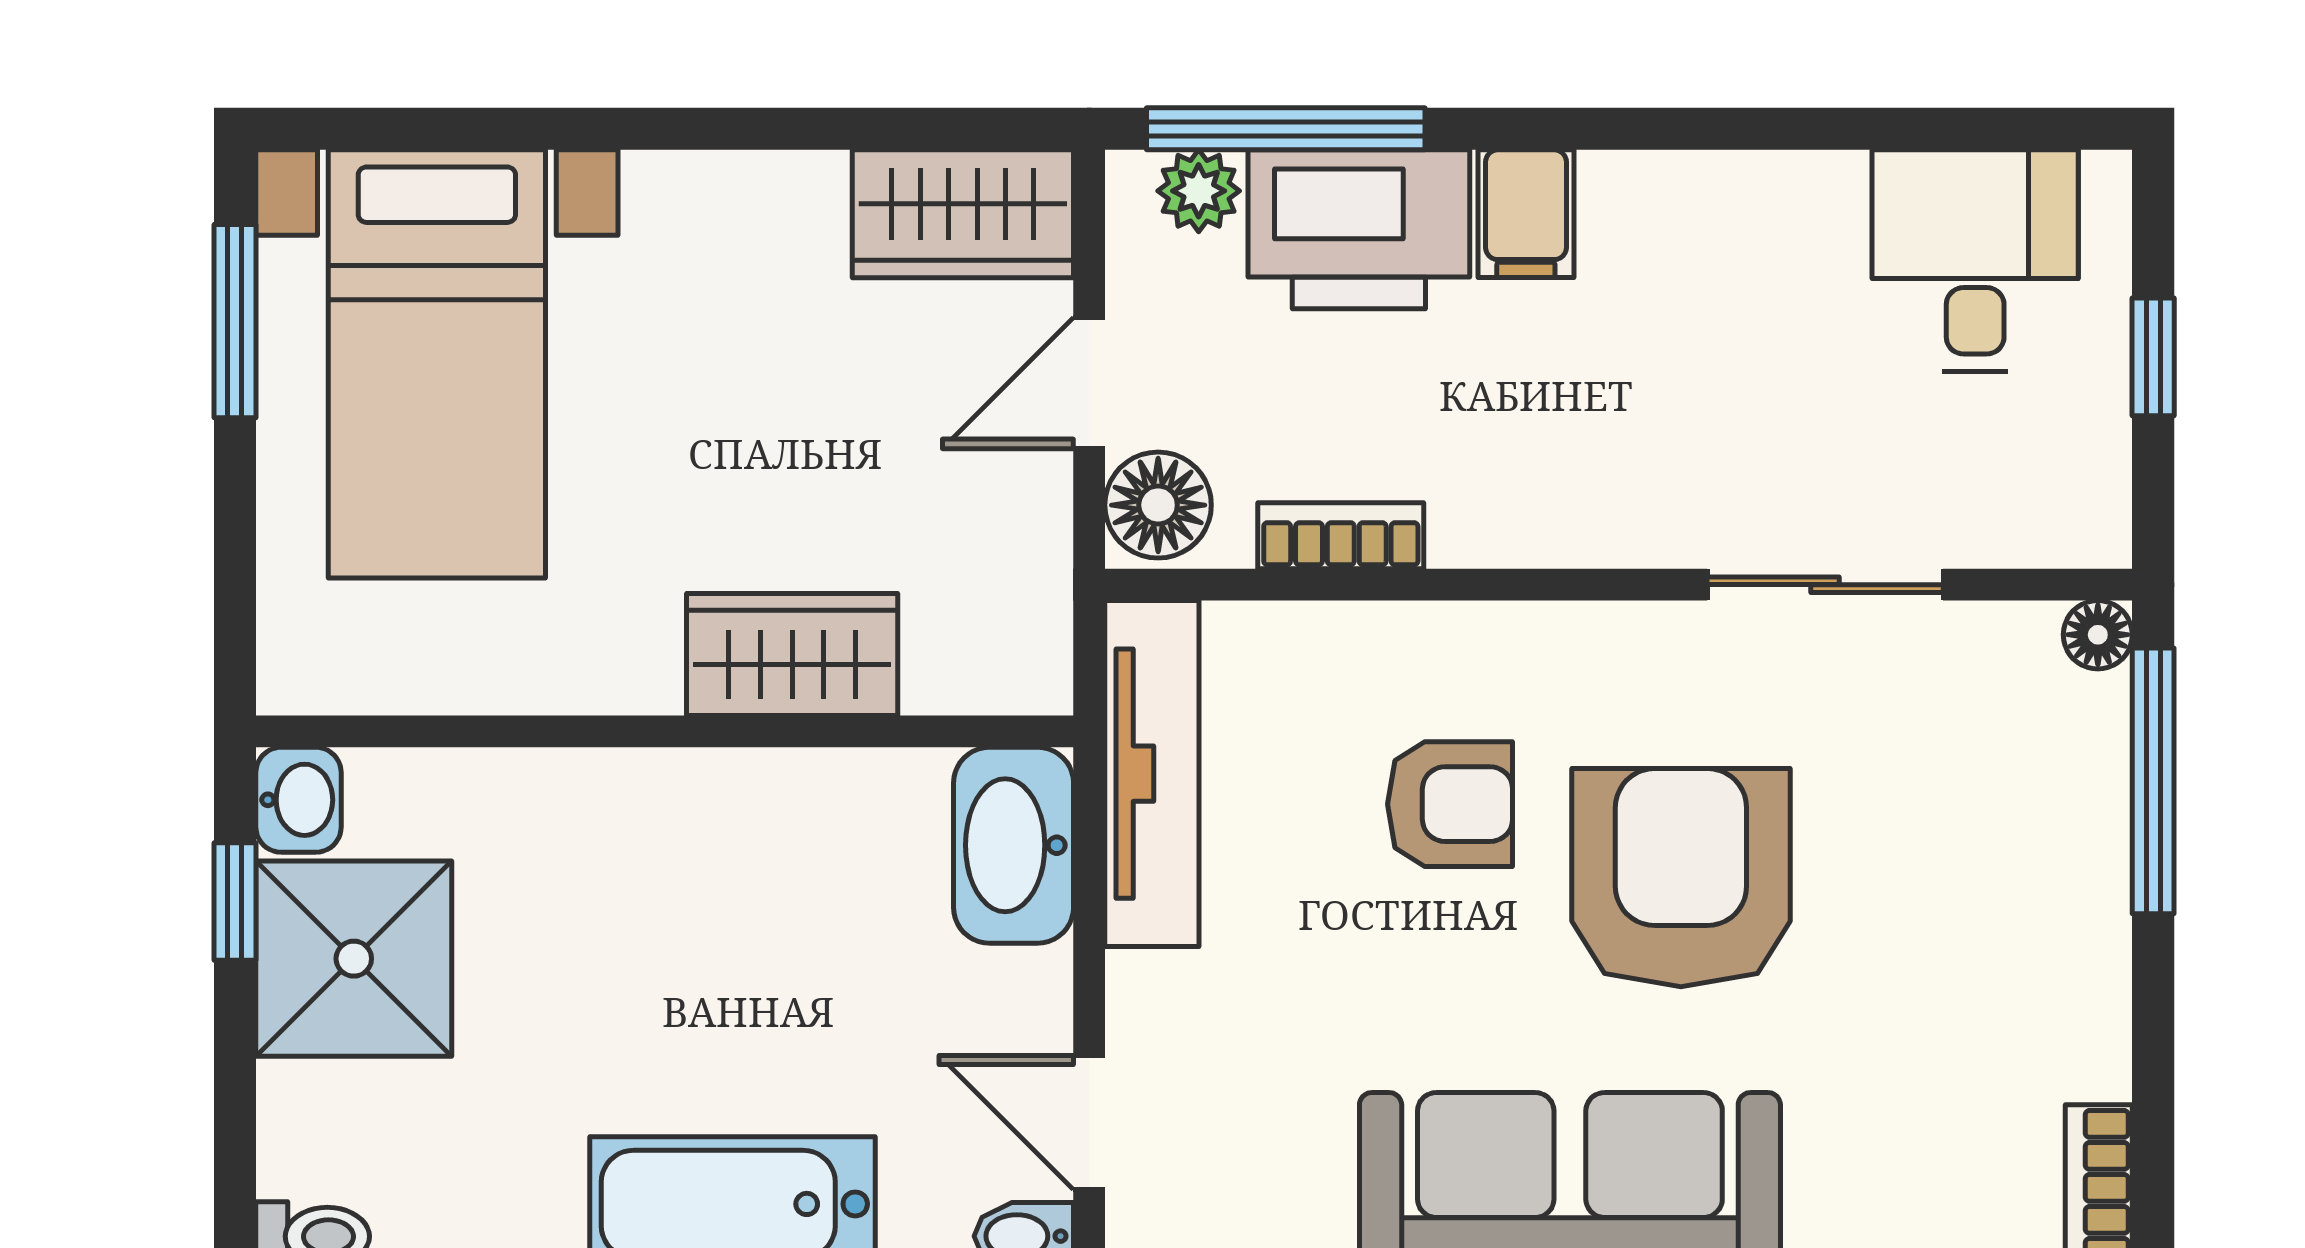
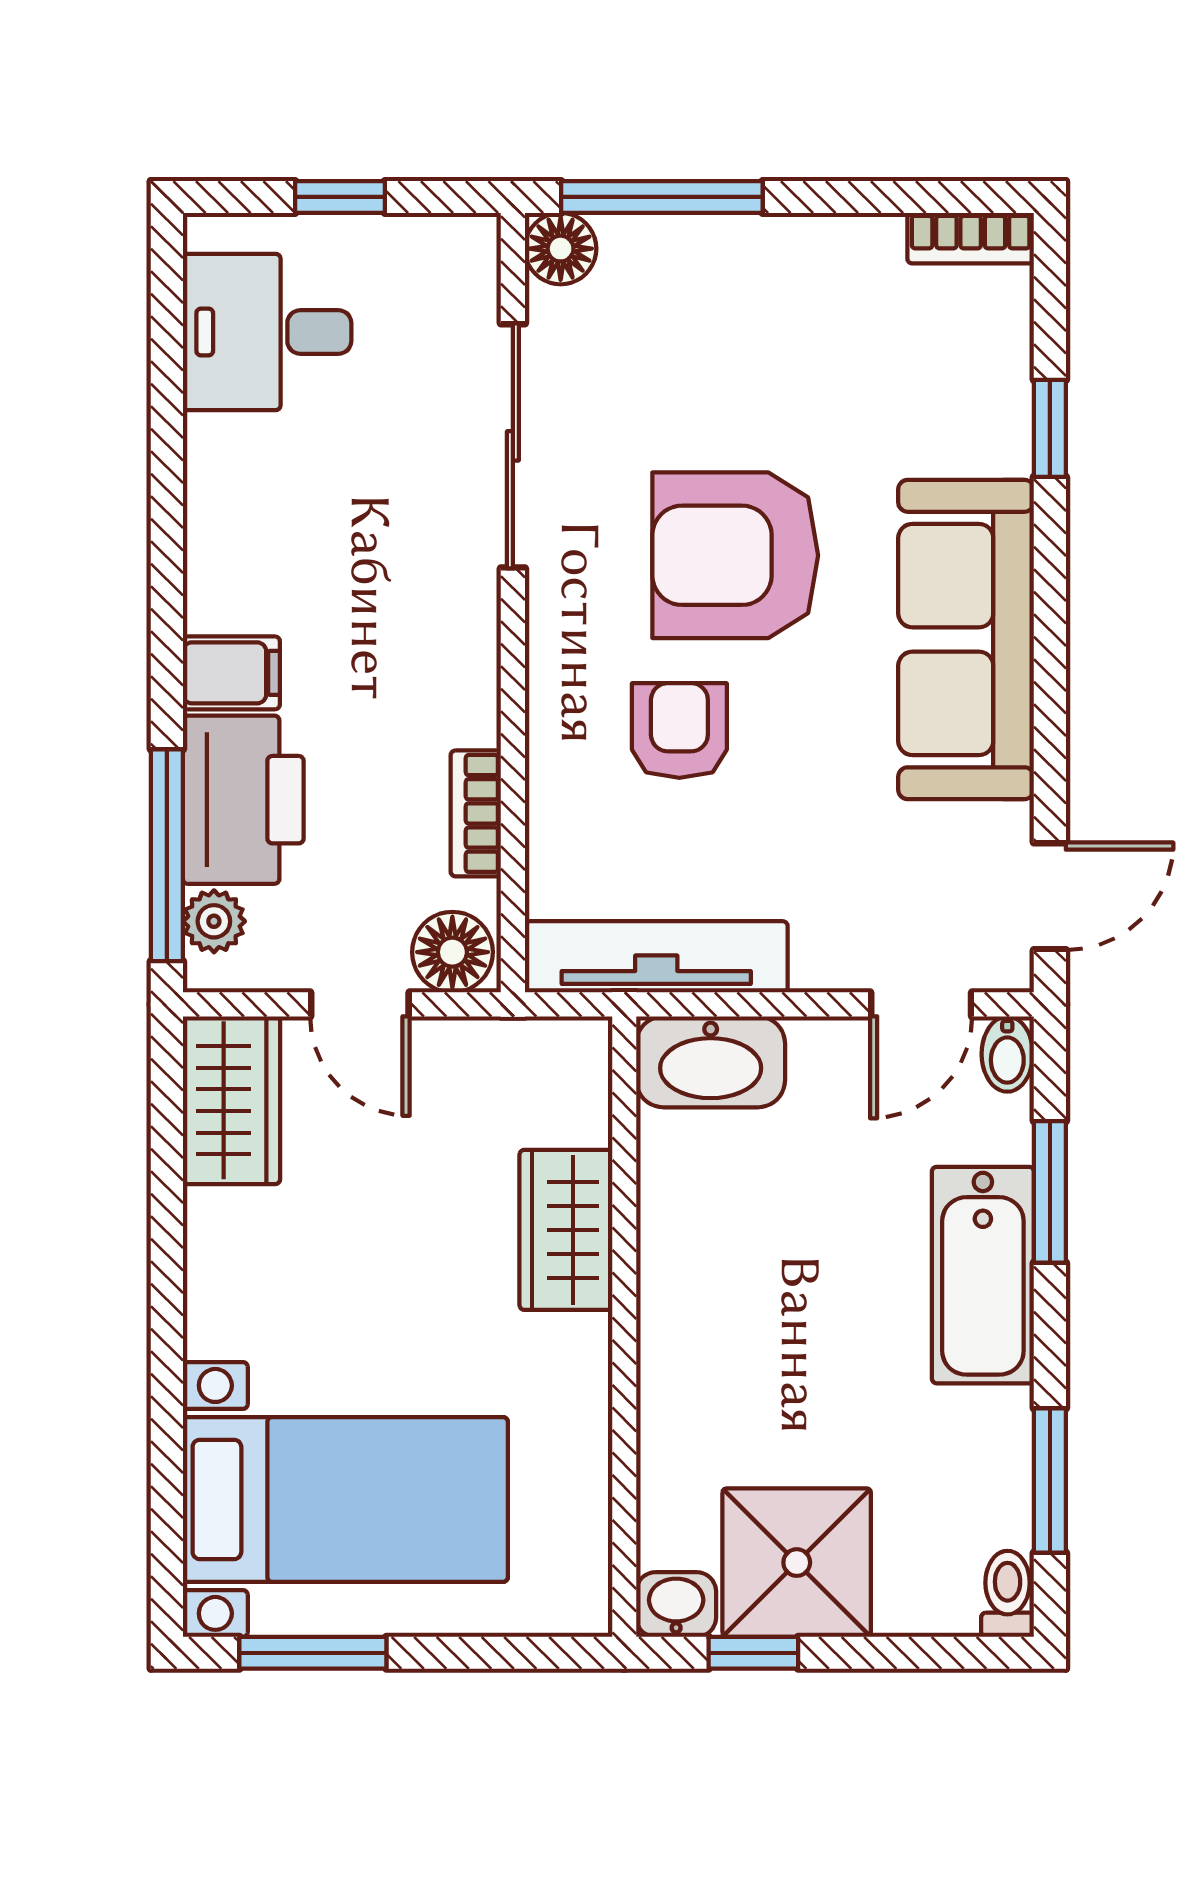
sliding door: (1825, 585) -> (513, 446), width x1.37
floor lamp: (2098, 635) -> (561, 249), width x1.37, depth x1.37

